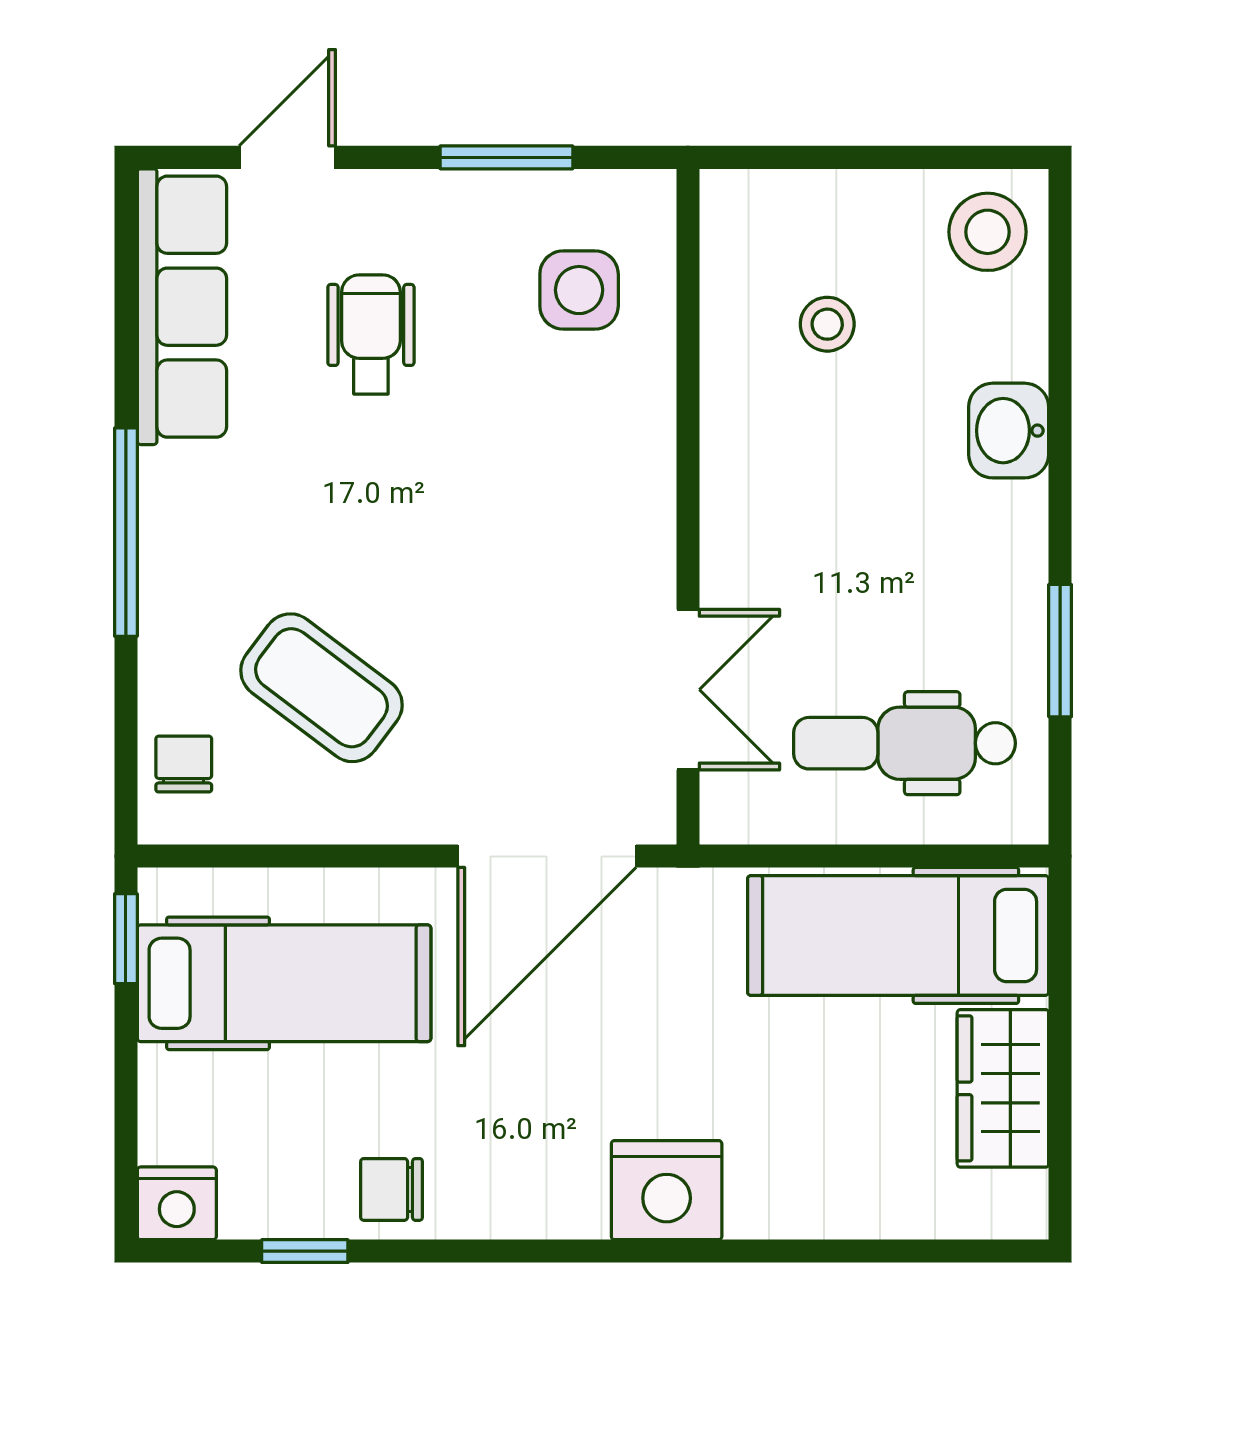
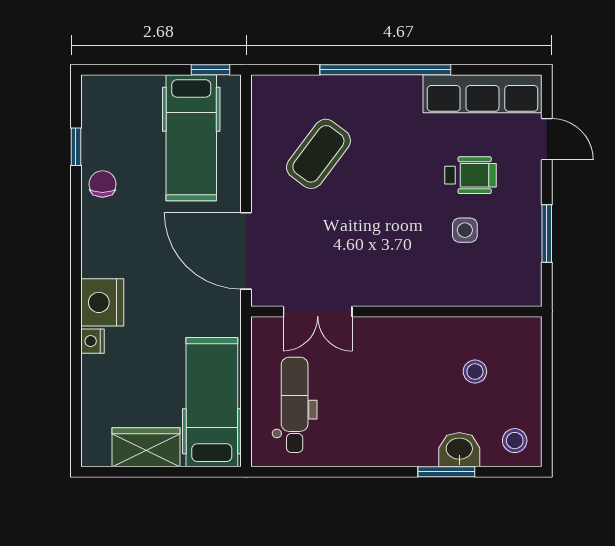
stool: (988, 232) -> (515, 441), width x0.73, depth x0.73
side table: (579, 290) -> (465, 230), moved, width x0.73, depth x0.73
washbasin: (1009, 431) -> (459, 450), moved
window: (126, 532) -> (385, 70), width x1.46
window: (1060, 651) -> (446, 472), moved
chair: (184, 764) -> (286, 95), removed
nightstand: (177, 1203) -> (92, 341), moved, width x0.72, depth x0.74

